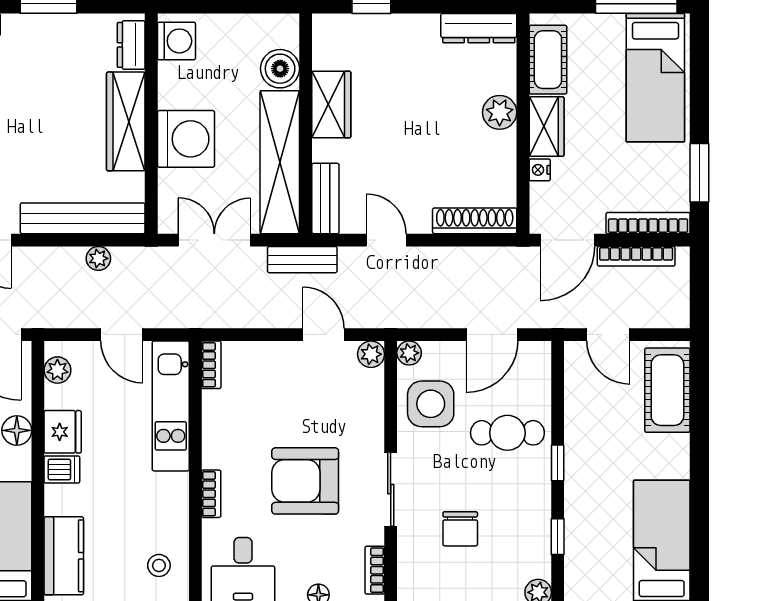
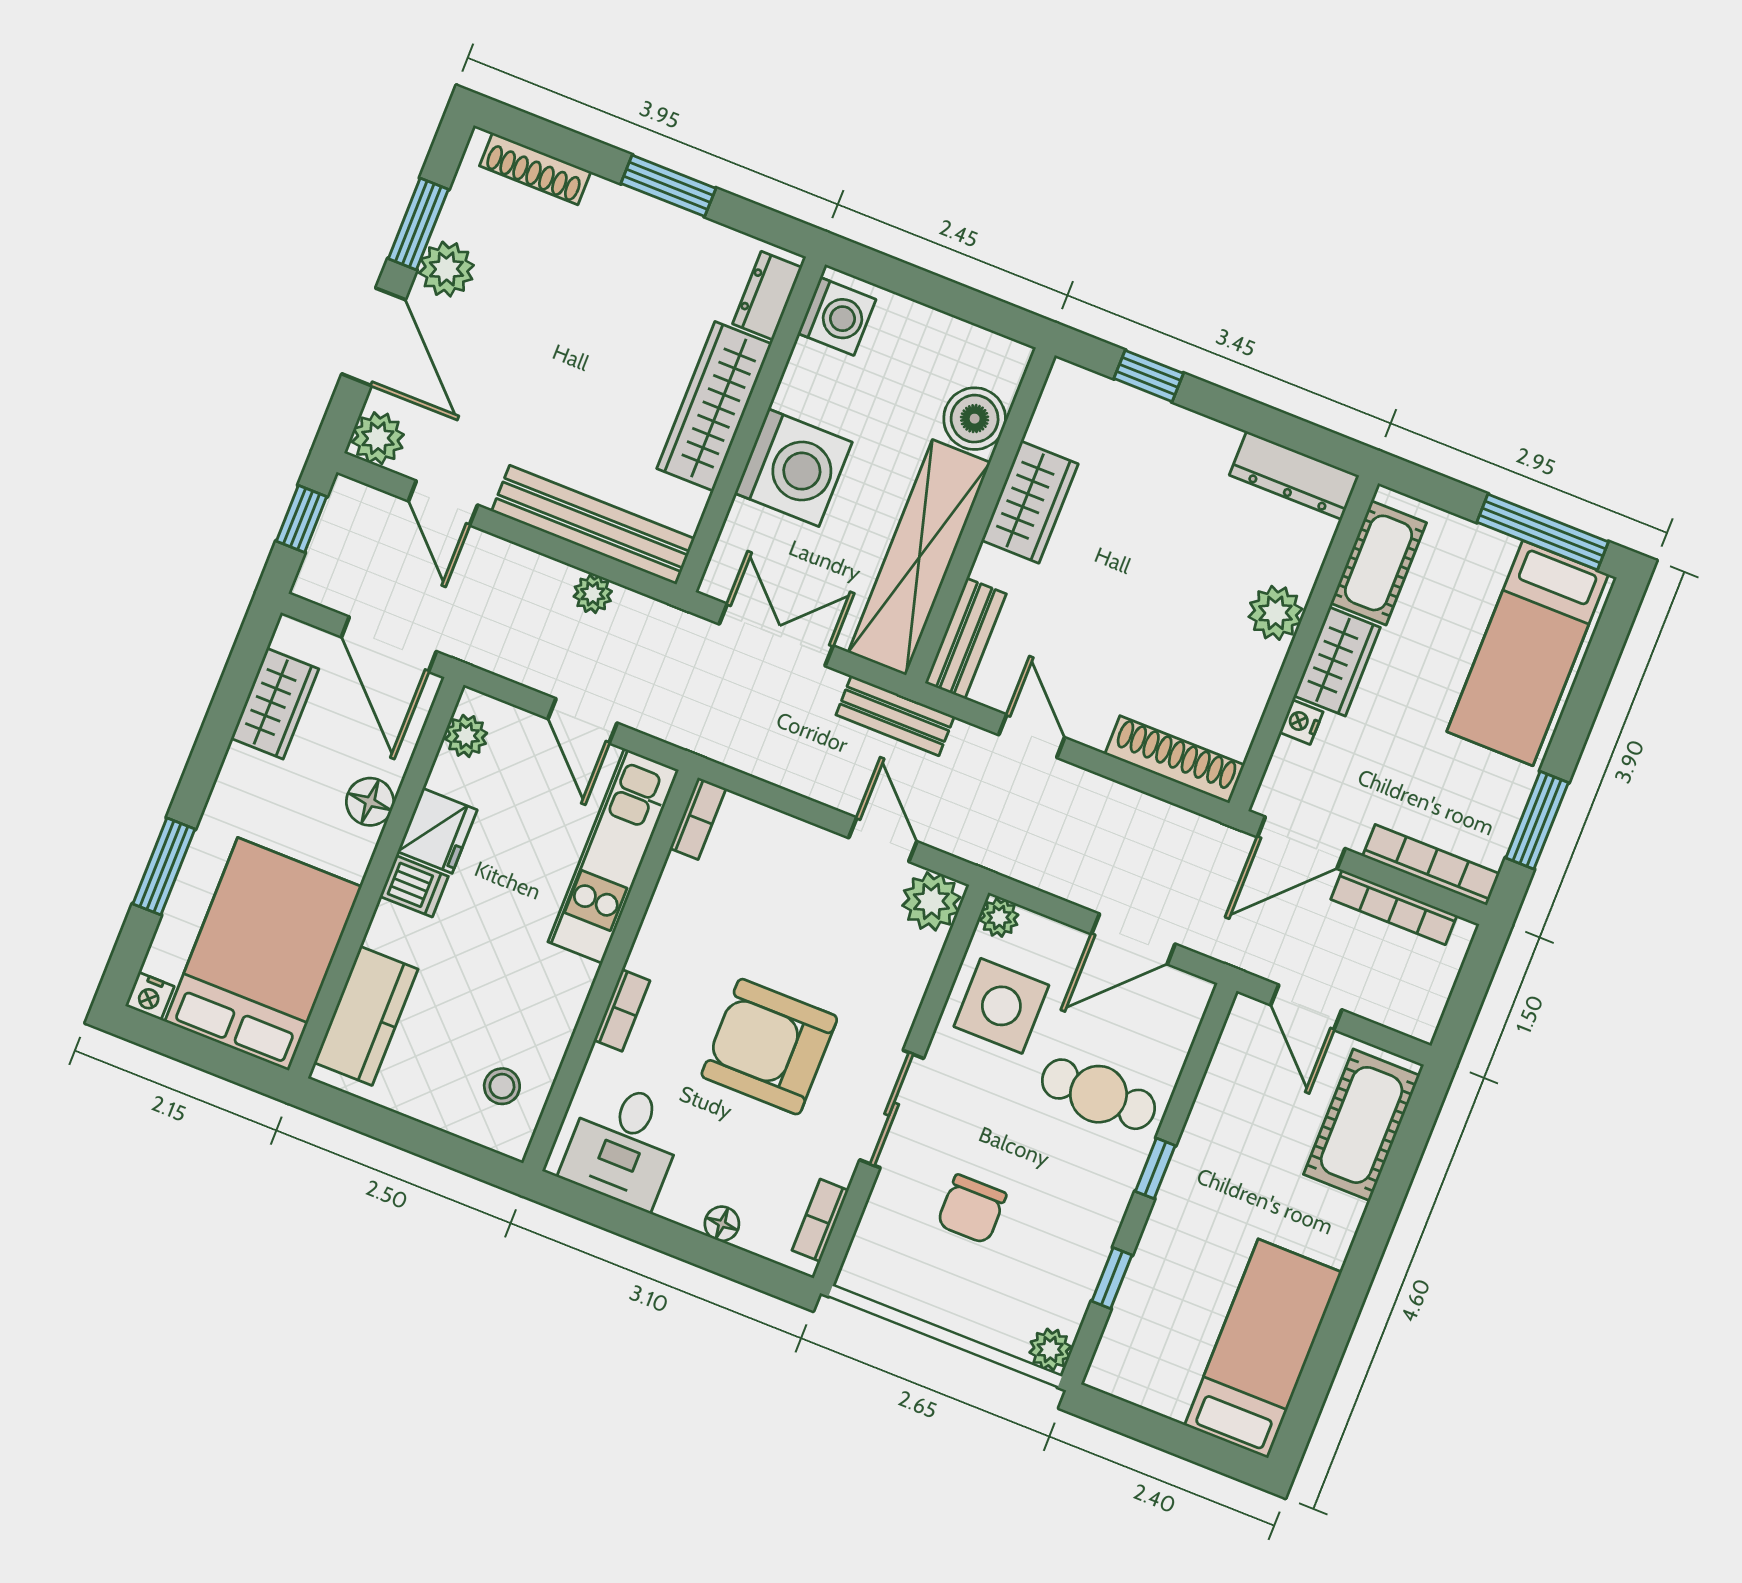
plant: (371, 354) -> (931, 901), width x1.38, depth x1.38

